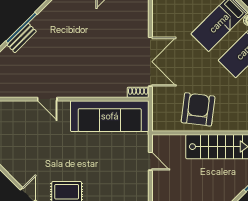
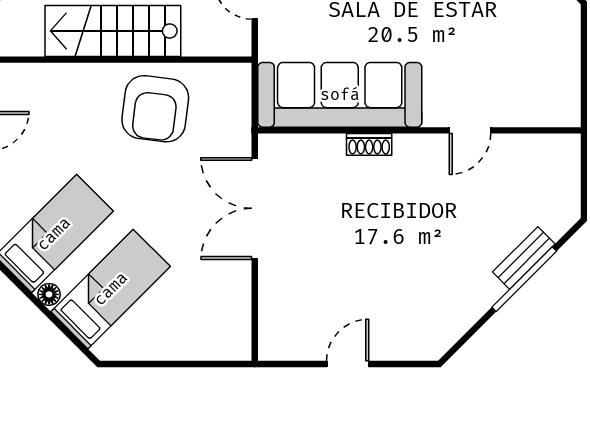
shoe rack: (138, 92) -> (369, 144), moved
door: (47, 99) -> (470, 130), swing flipped

